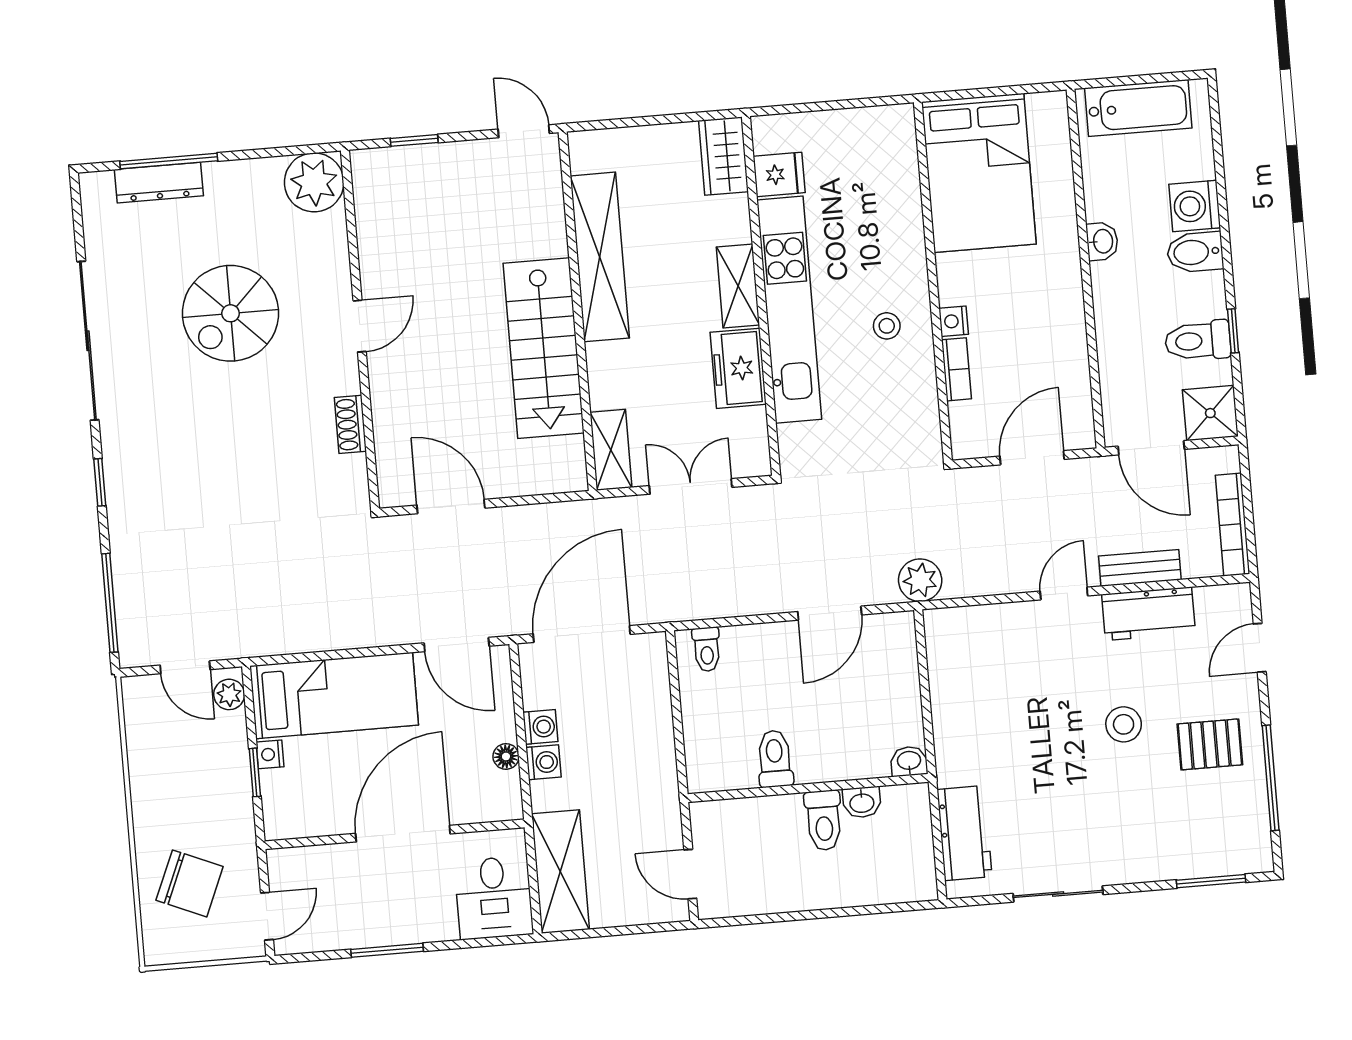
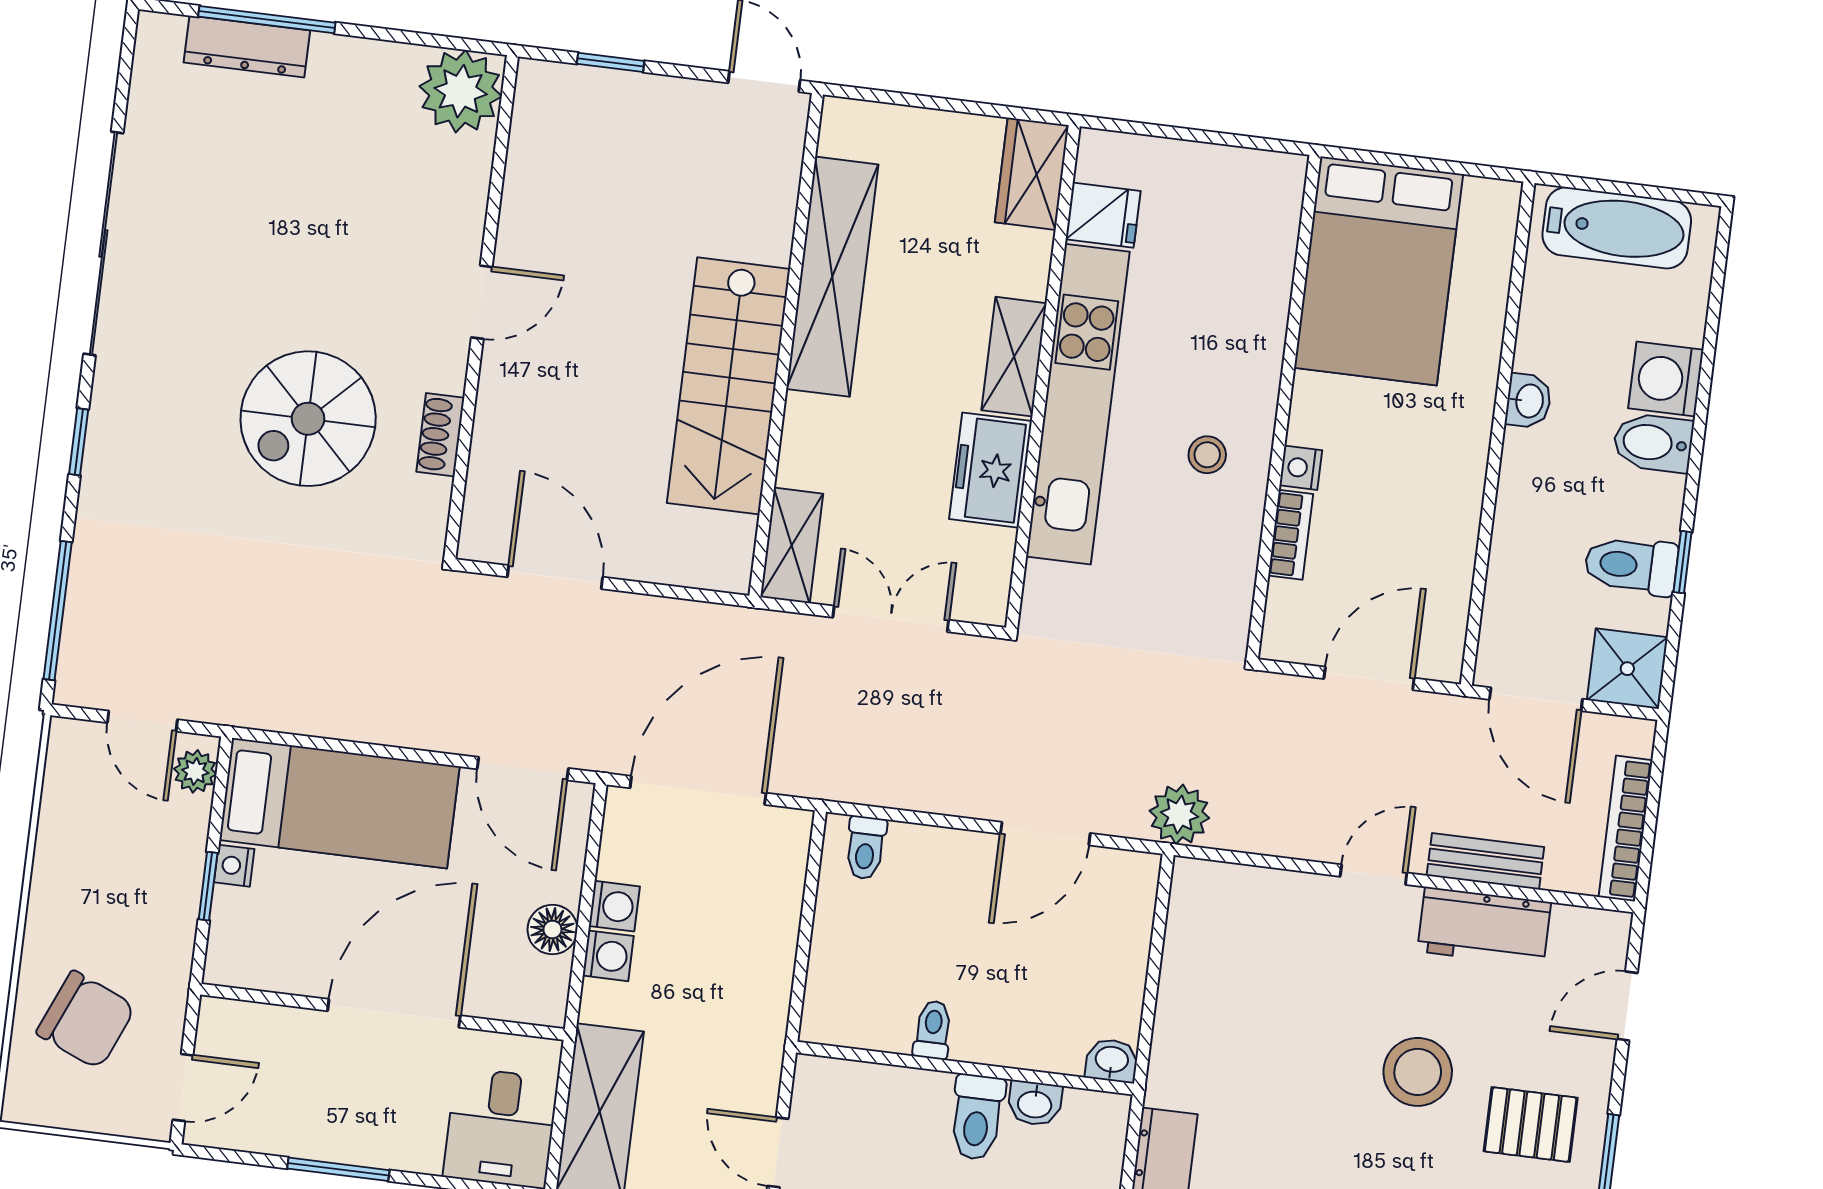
spiral stairs: (231, 313) -> (308, 419), moved
stool: (1124, 724) -> (1418, 1072), width x1.38, depth x1.38
floor lamp: (506, 756) -> (552, 930), width x1.37, depth x1.37
toilet: (775, 759) -> (933, 1030), width x0.73, depth x0.72

